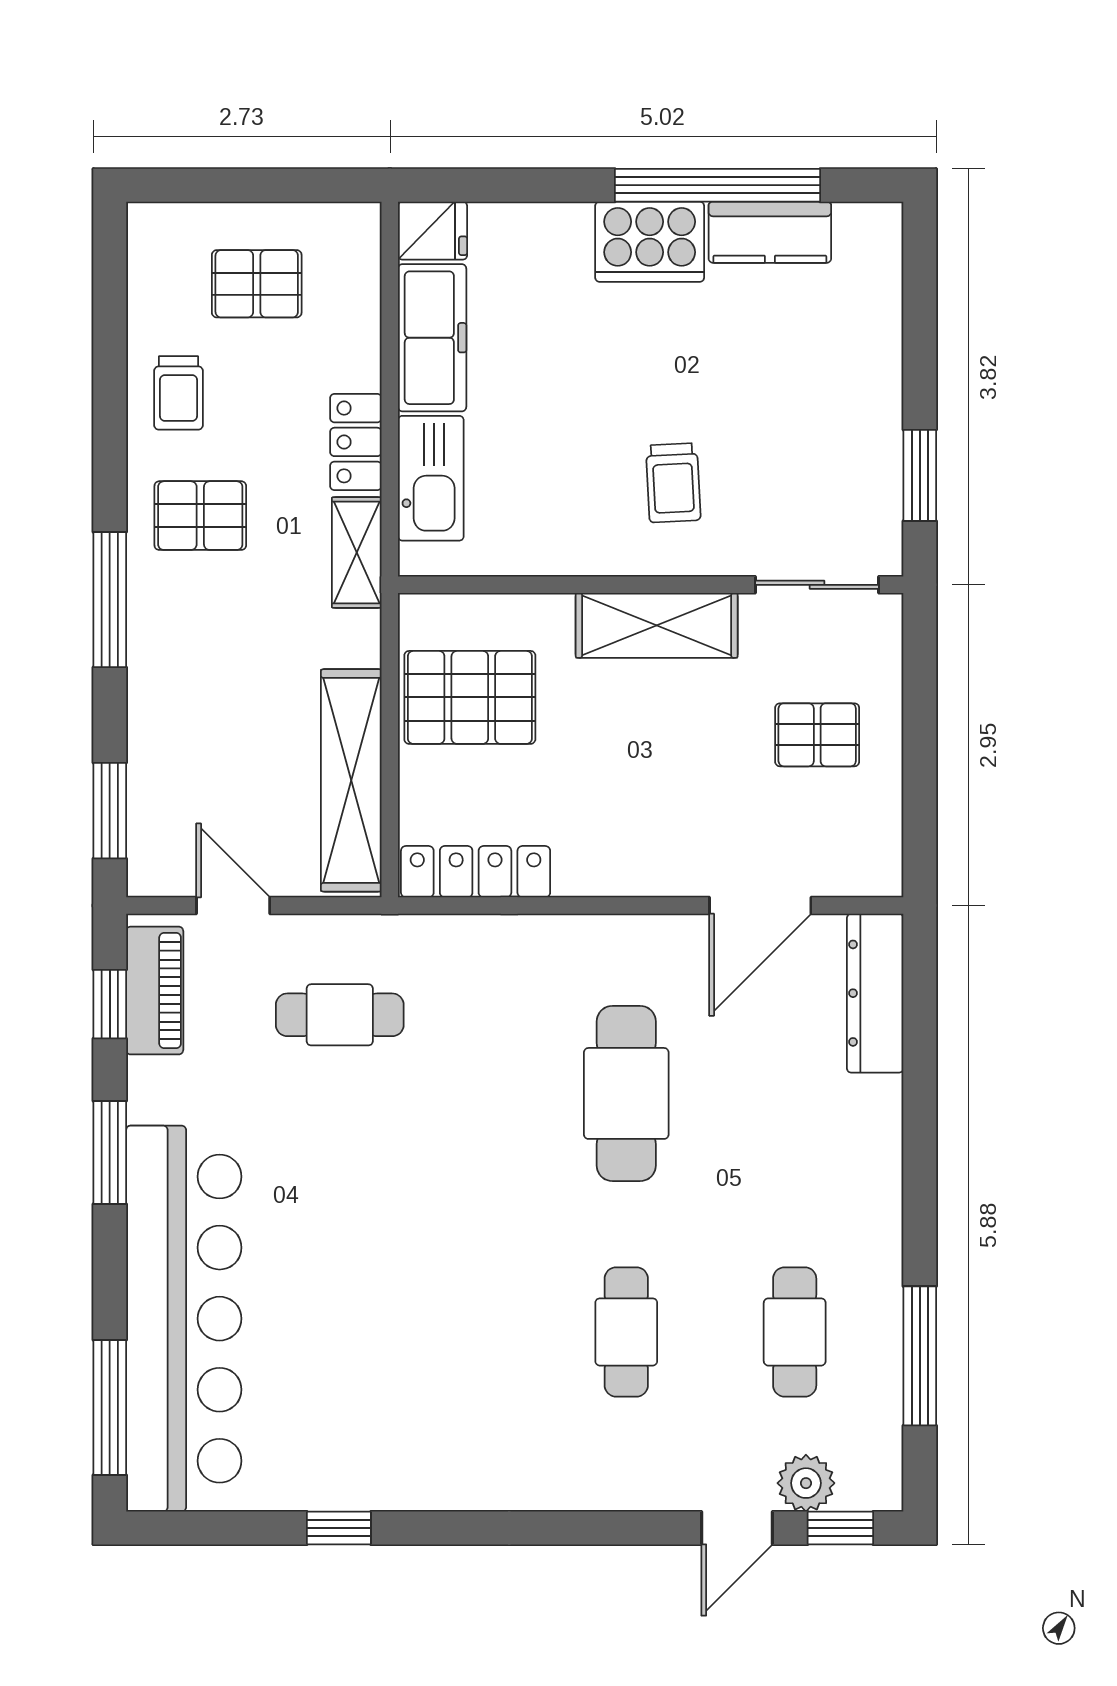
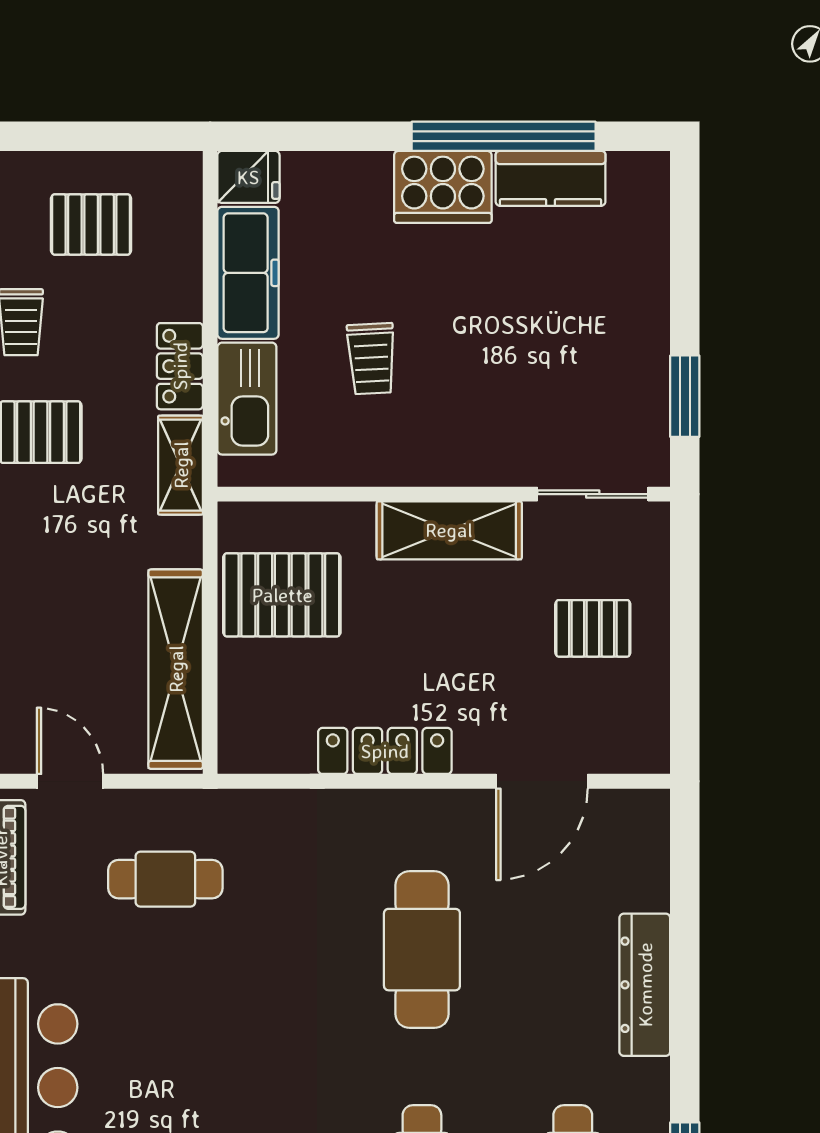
trolley: (673, 483) -> (371, 359), moved
locker: (476, 872) -> (385, 751), moved
dresser: (875, 993) -> (645, 985), moved

